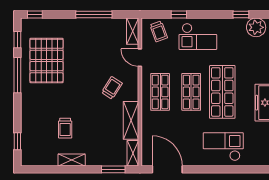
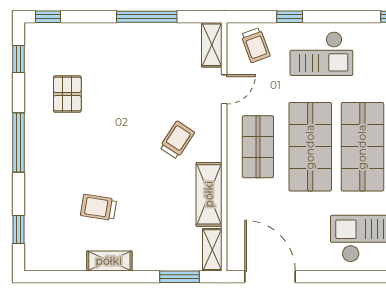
door: (140, 58) -> (224, 89), swing flipped
pallet: (46, 61) -> (67, 94), width x0.49, depth x0.50
window: (17, 75) -> (18, 143), moved
shop shelf: (191, 92) -> (310, 147), width x1.43, depth x1.36
trolley: (65, 128) -> (99, 207), turned 99

